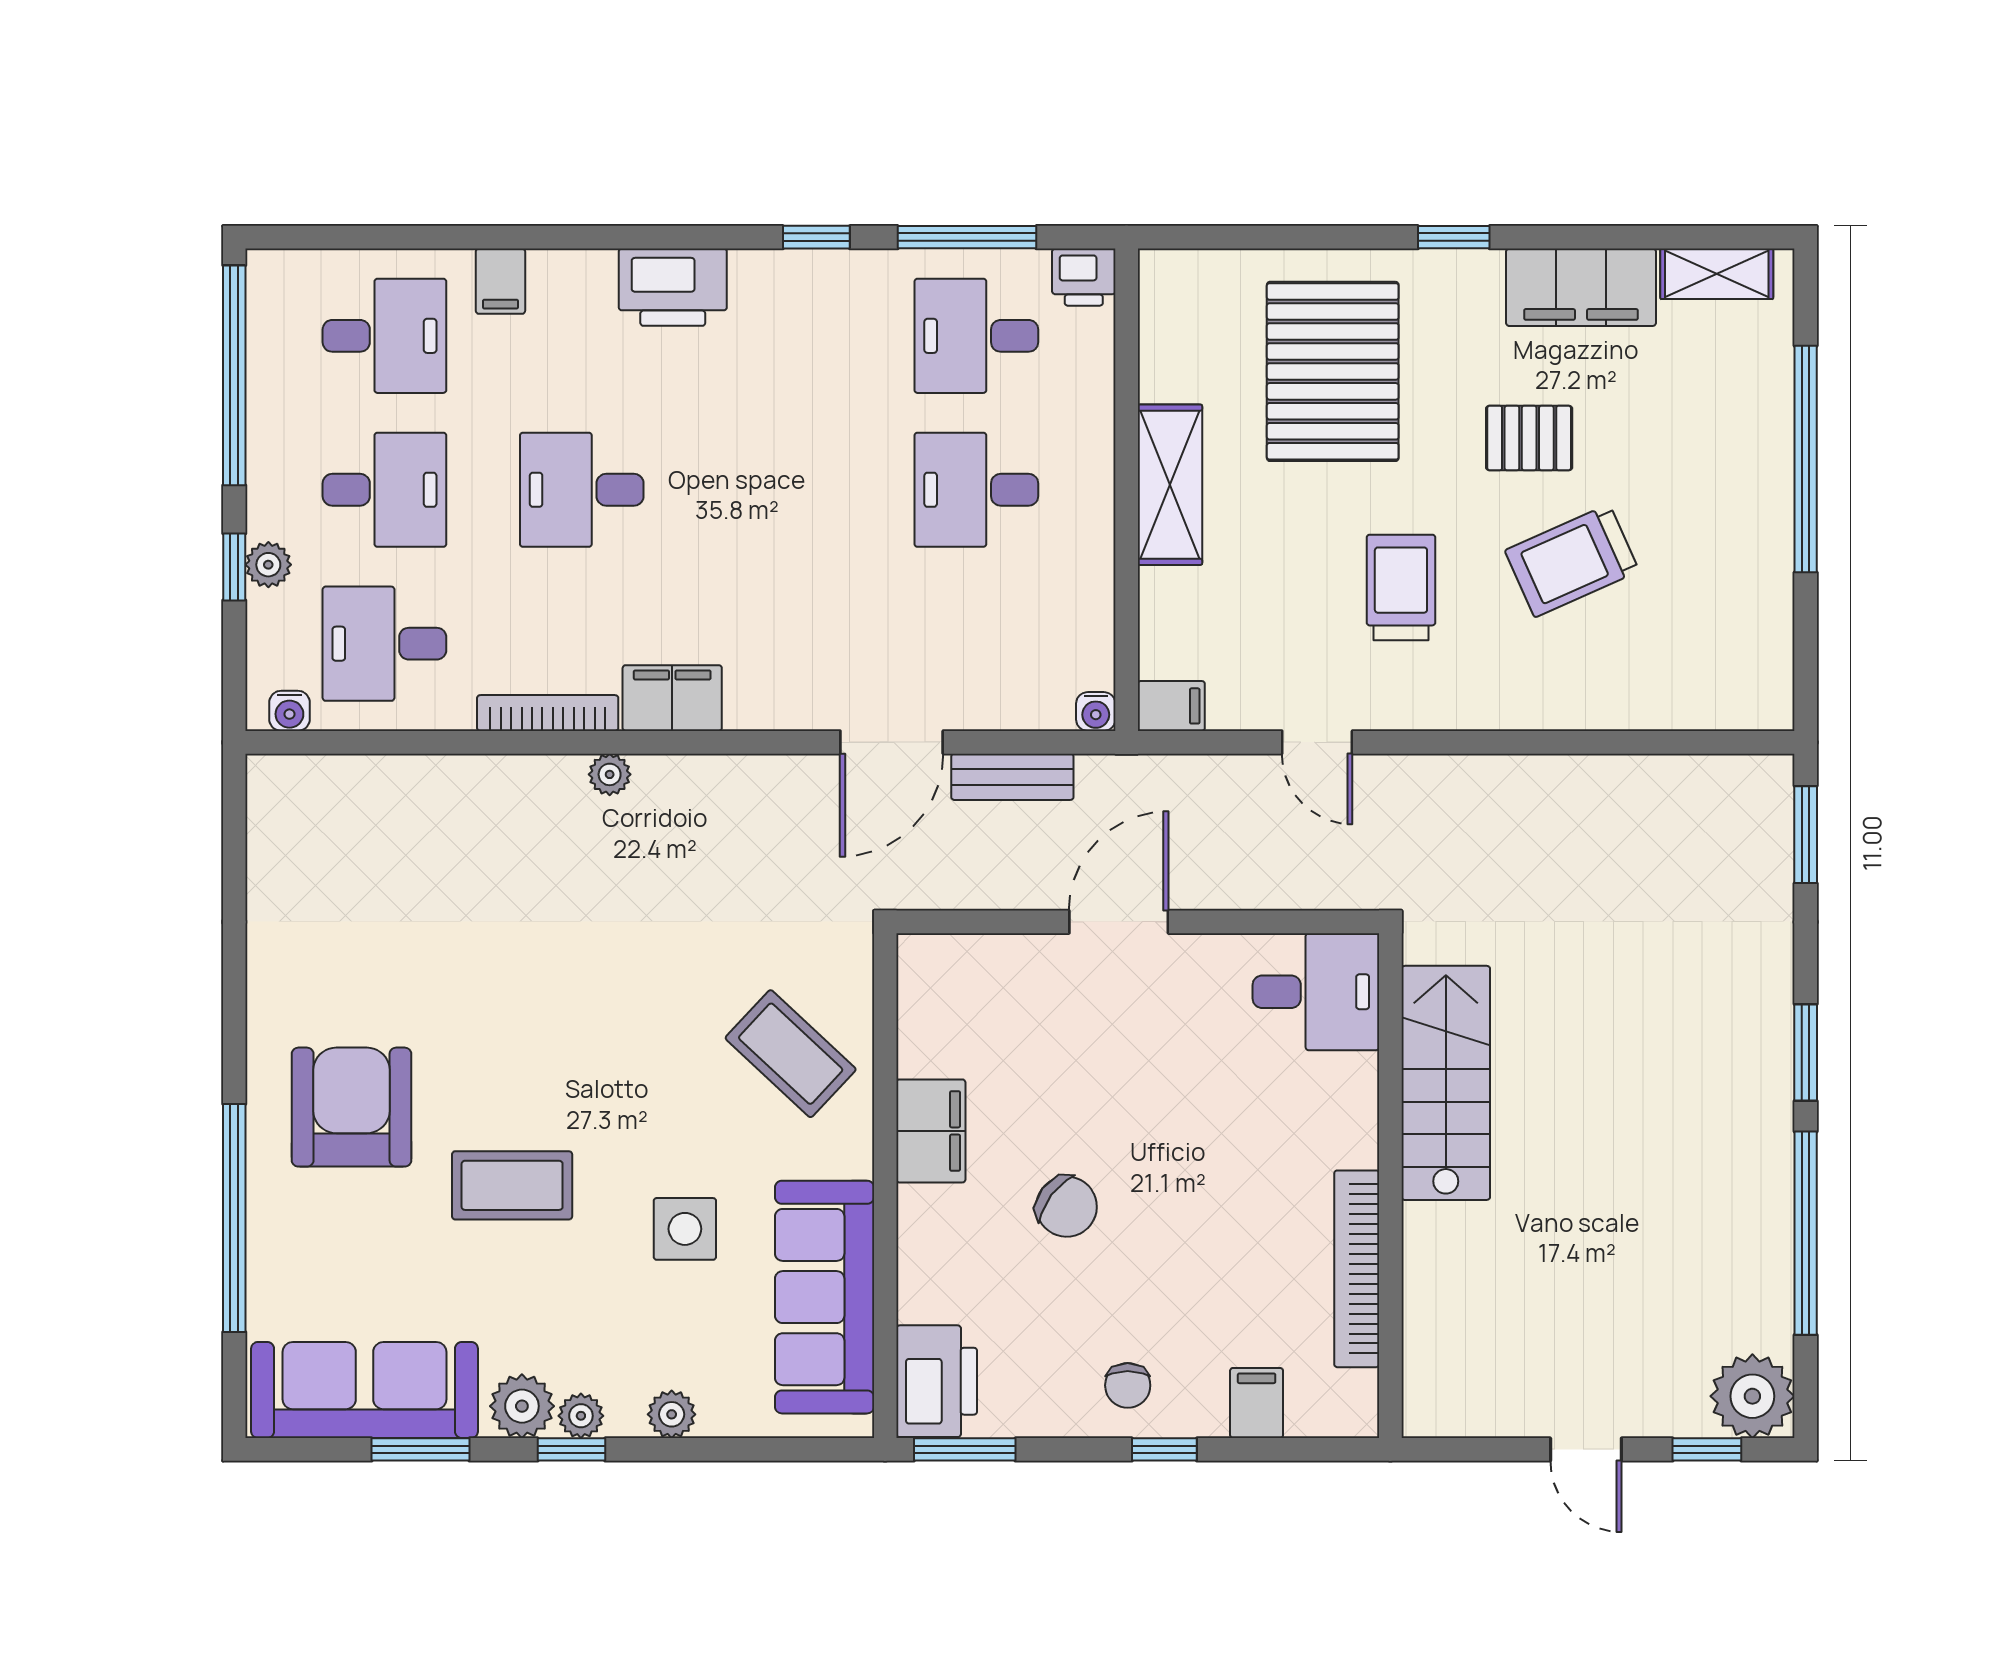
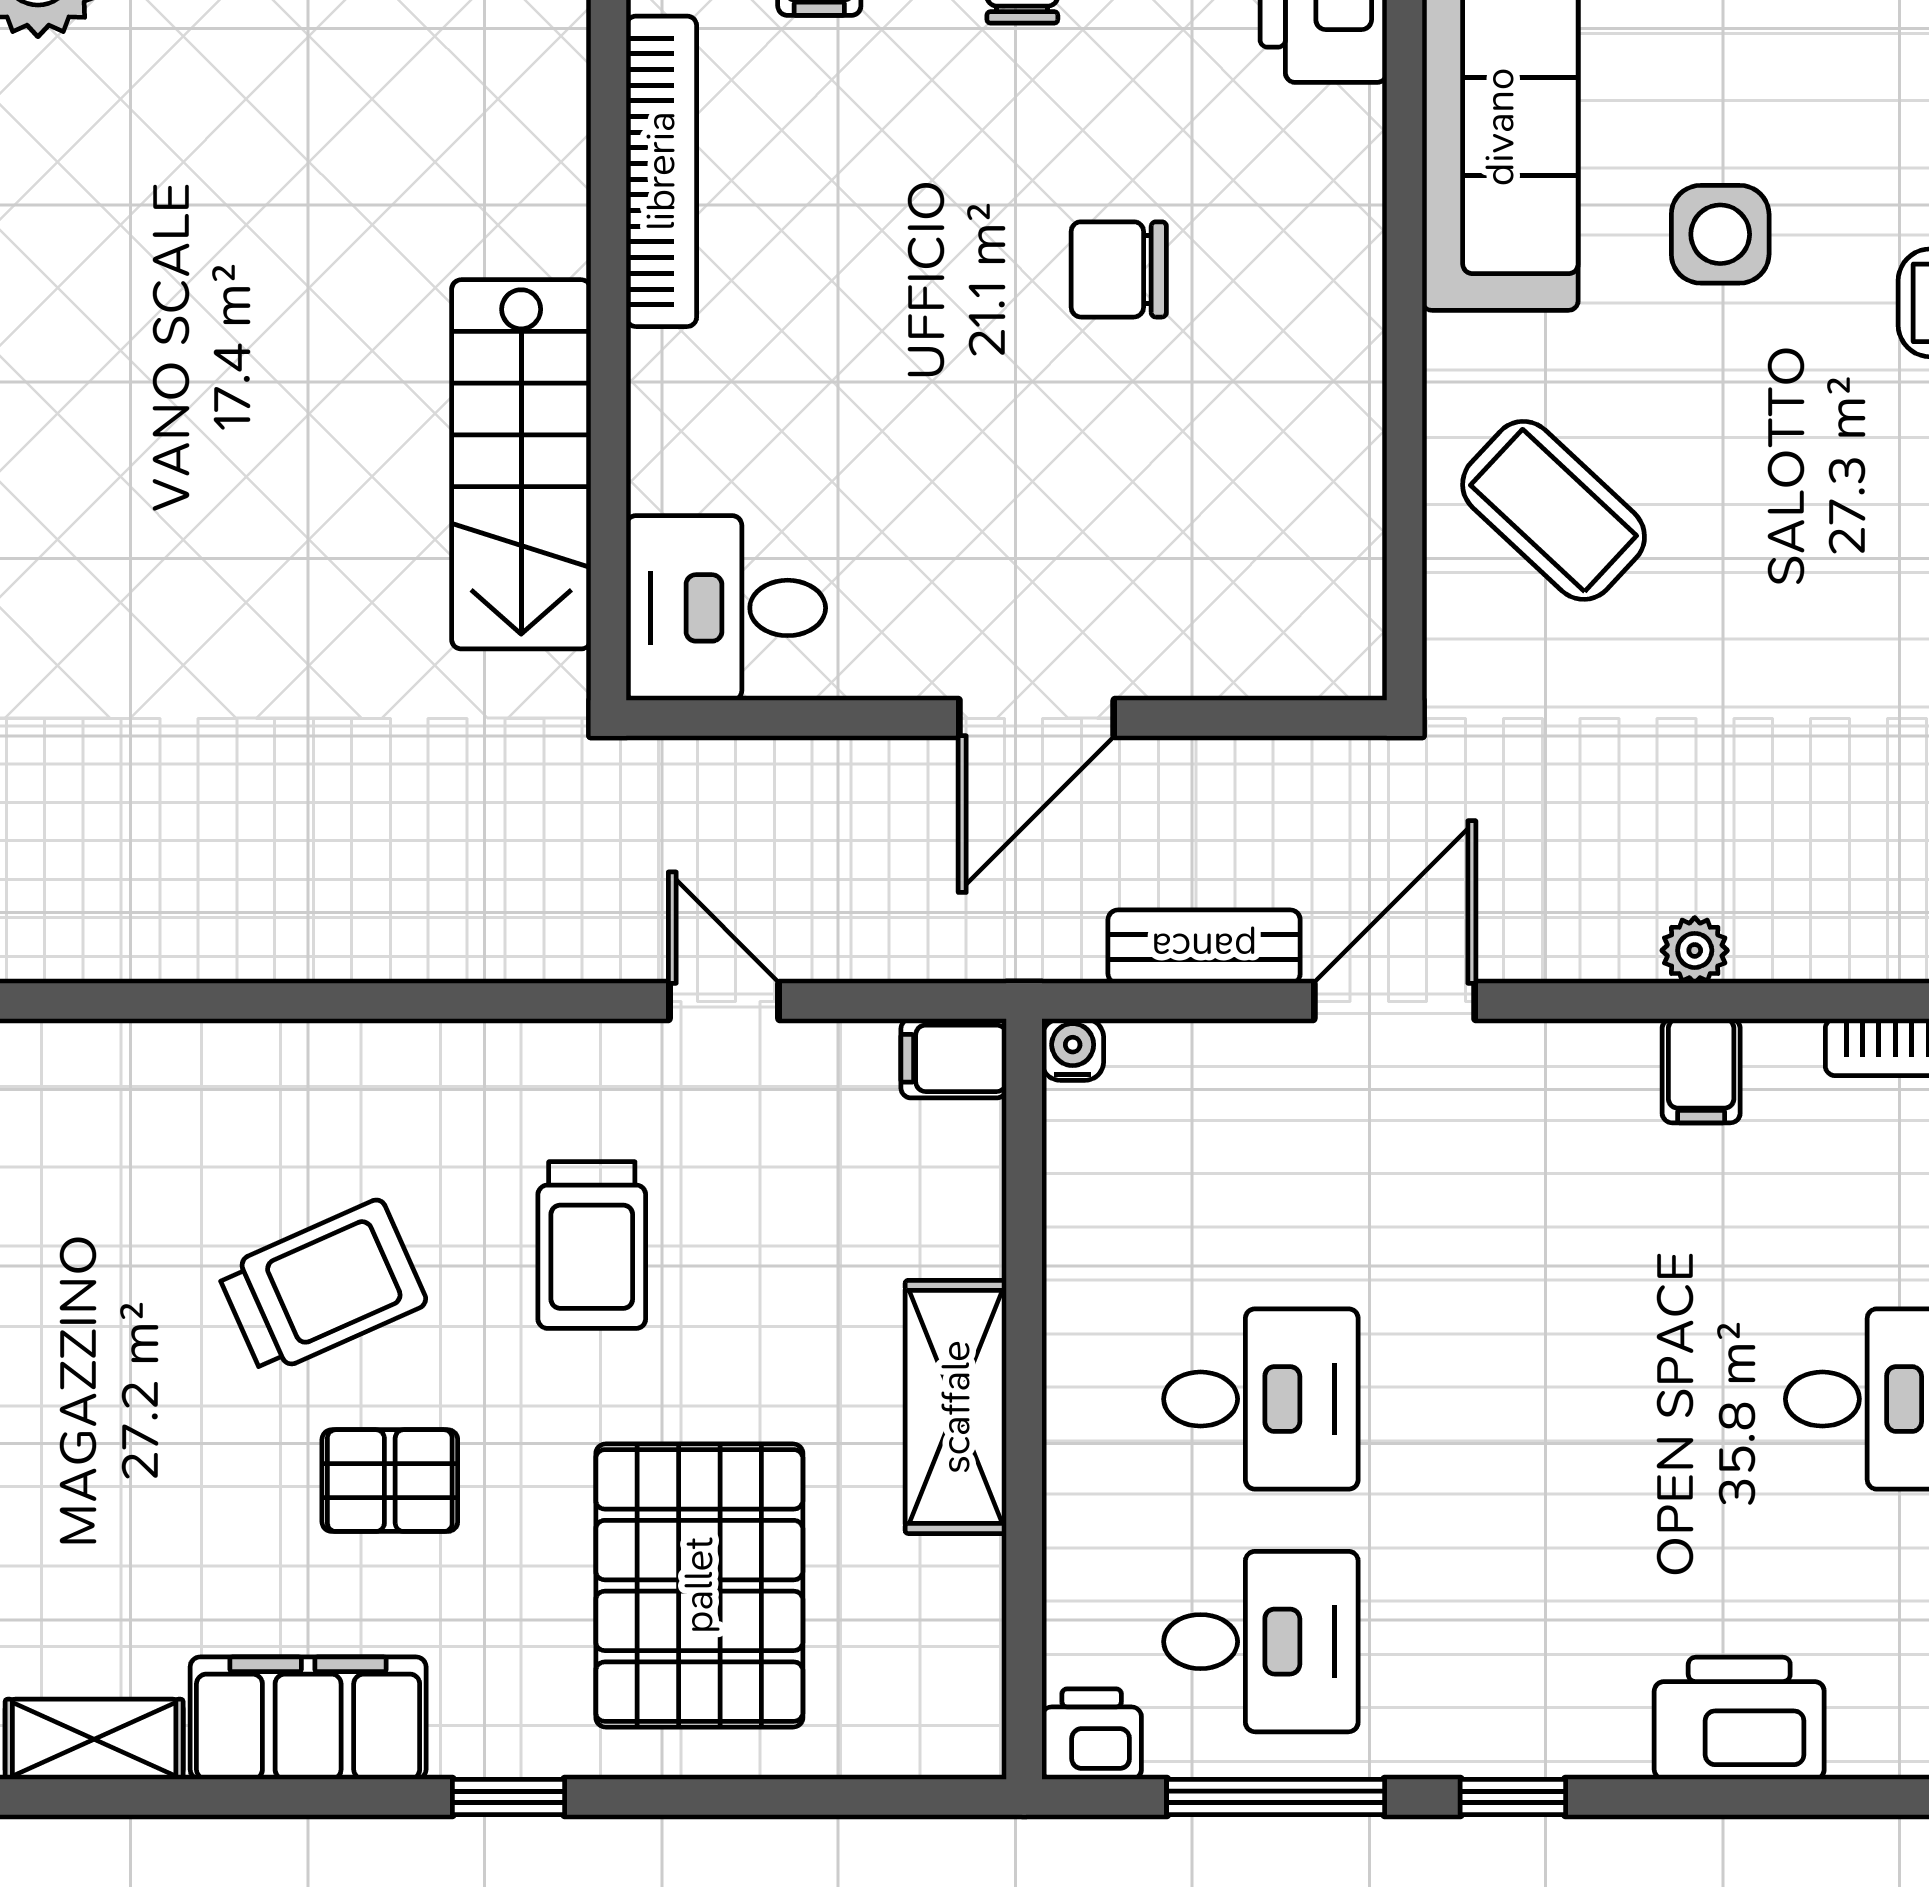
filing cabinet: (672, 698) -> (1701, 1071), width x0.50
plant: (610, 774) -> (1695, 950), moved
filing cabinet: (931, 1131) -> (1333, 389), removed
chair: (1067, 1207) -> (1119, 269), turned -37

